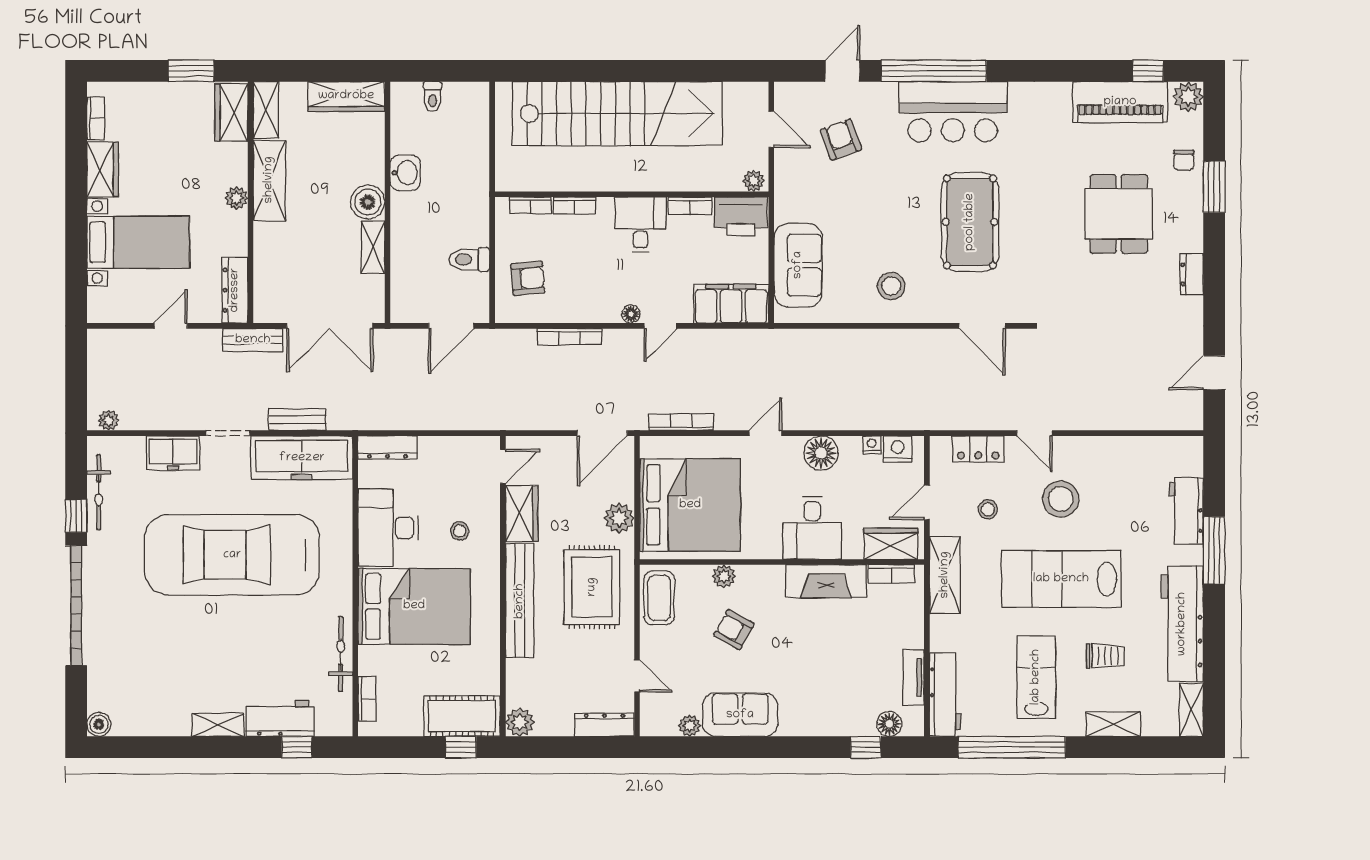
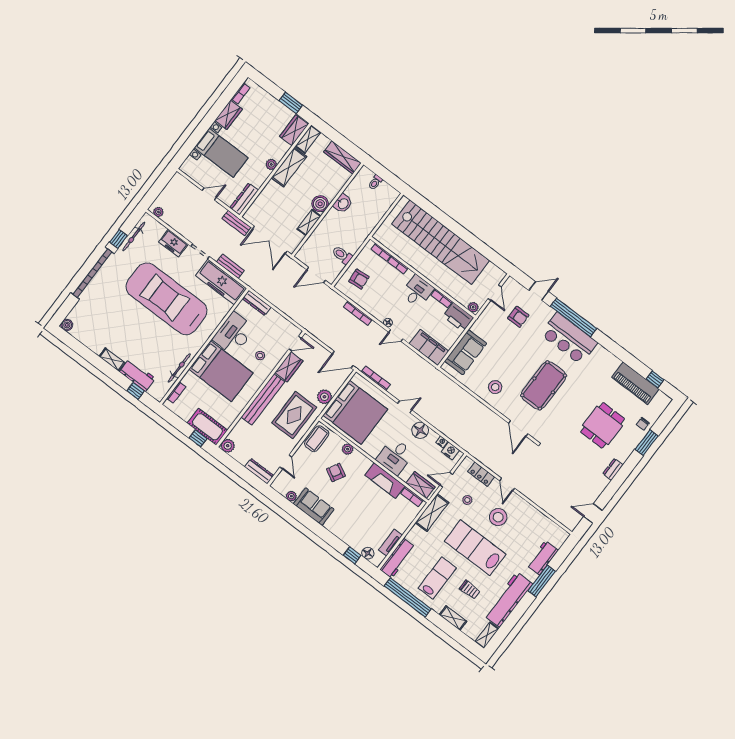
plant: (1188, 97) -> (663, 401), removed
armchair: (841, 140) -> (518, 317), turned 110

